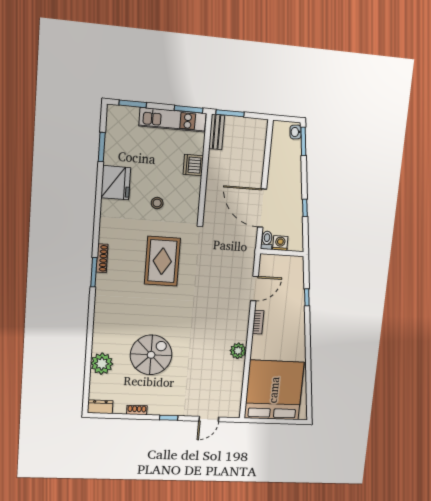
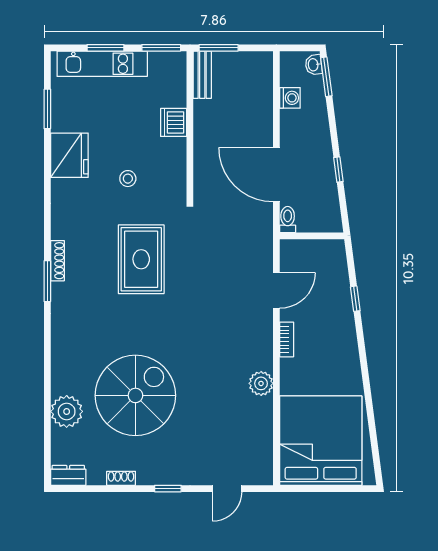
window: (133, 104) -> (106, 48), moved
kitchen unit: (173, 120) -> (102, 64), moved
washing machine: (280, 243) -> (290, 98), moved, turned 90
spiral stairs: (151, 355) -> (135, 395), width x1.37, depth x1.37

